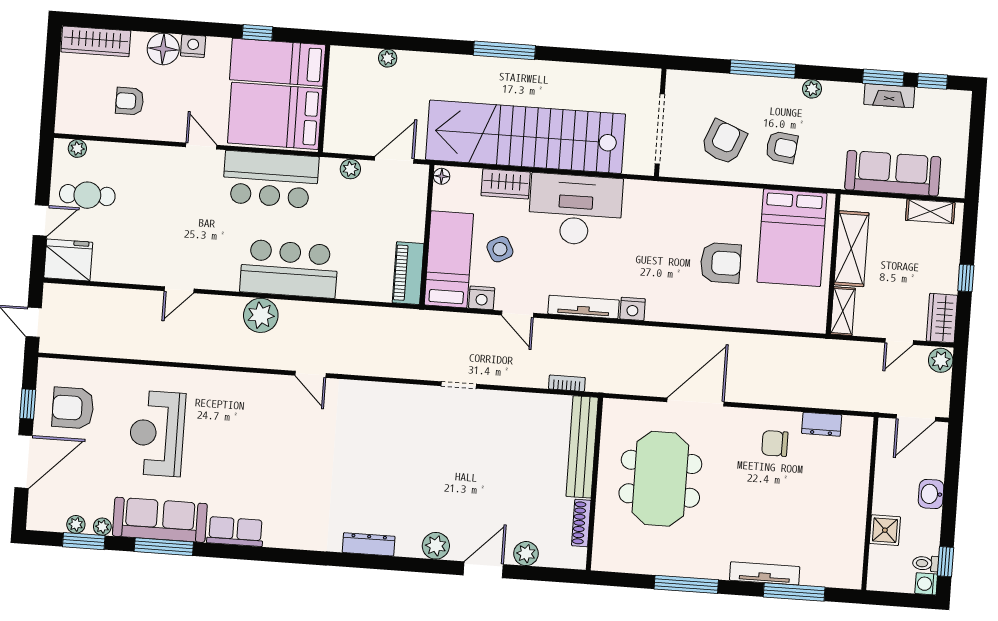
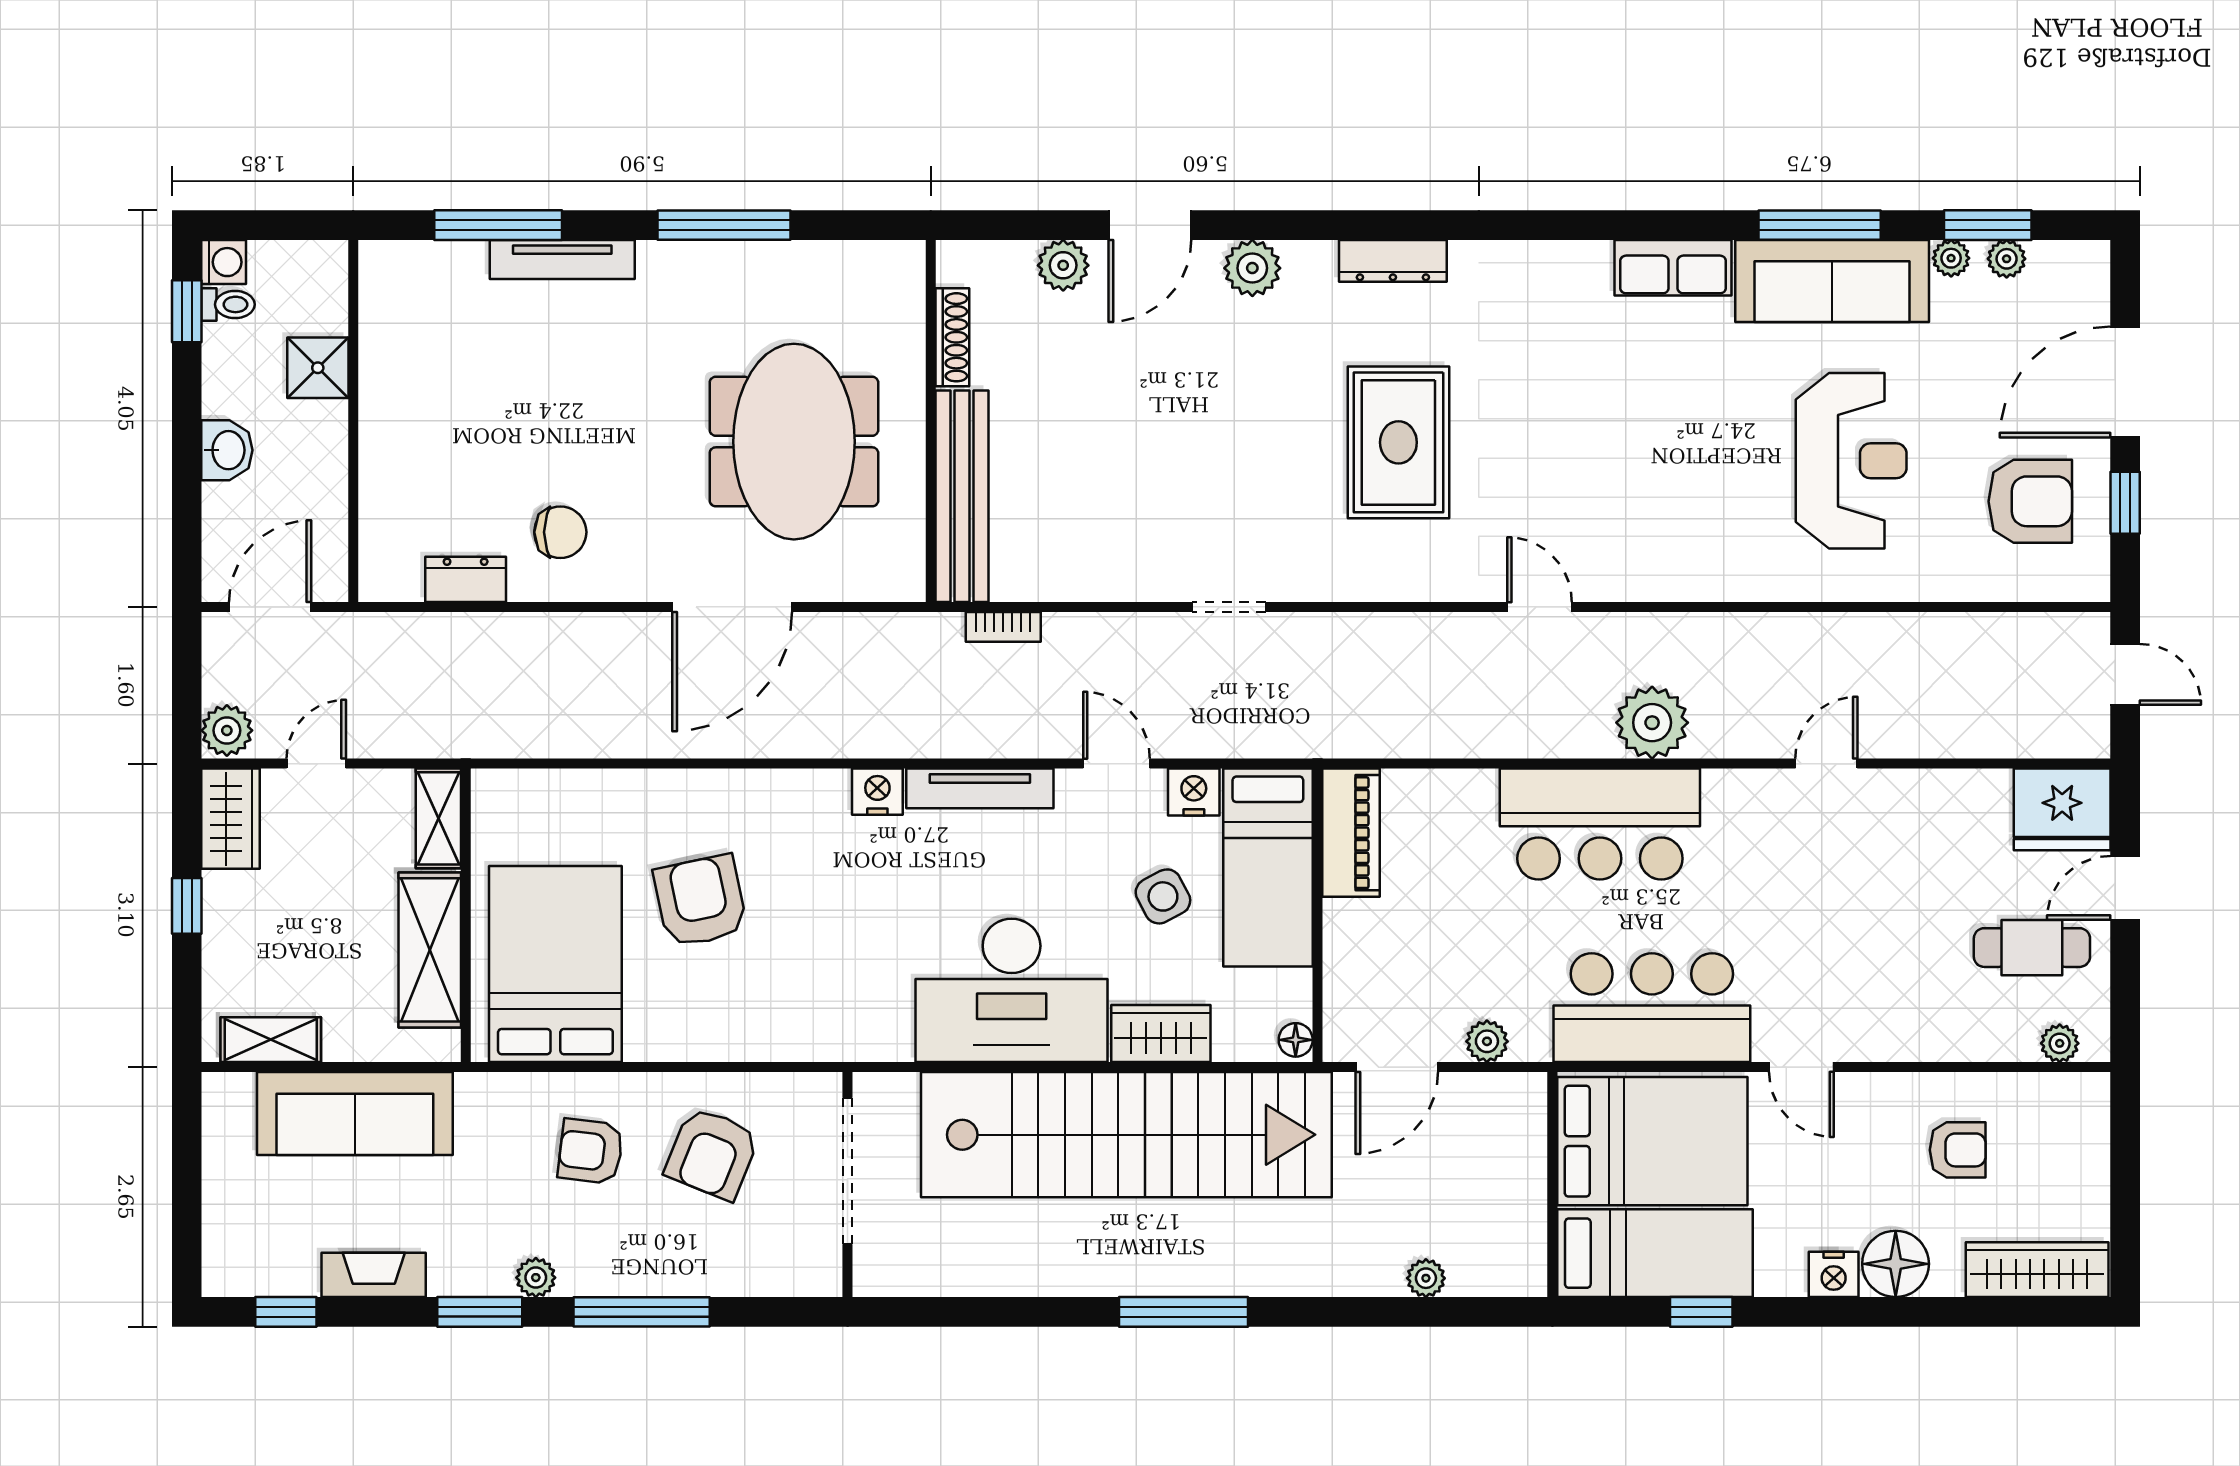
window: (883, 78) -> (480, 1312), moved
armchair: (721, 263) -> (700, 901), turned 78
rug: (372, 458) -> (1398, 442), added

